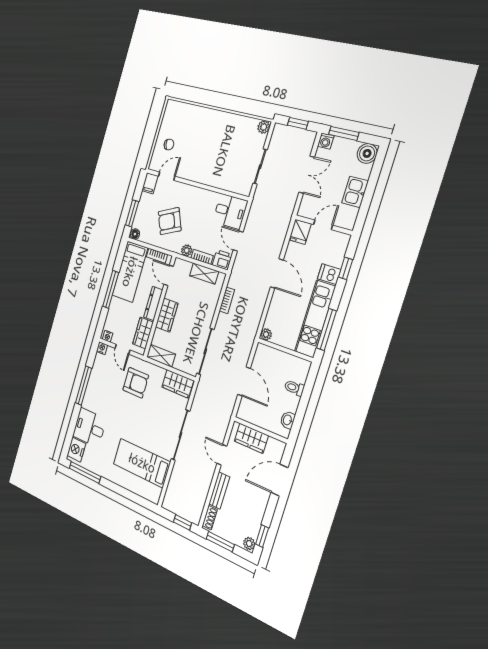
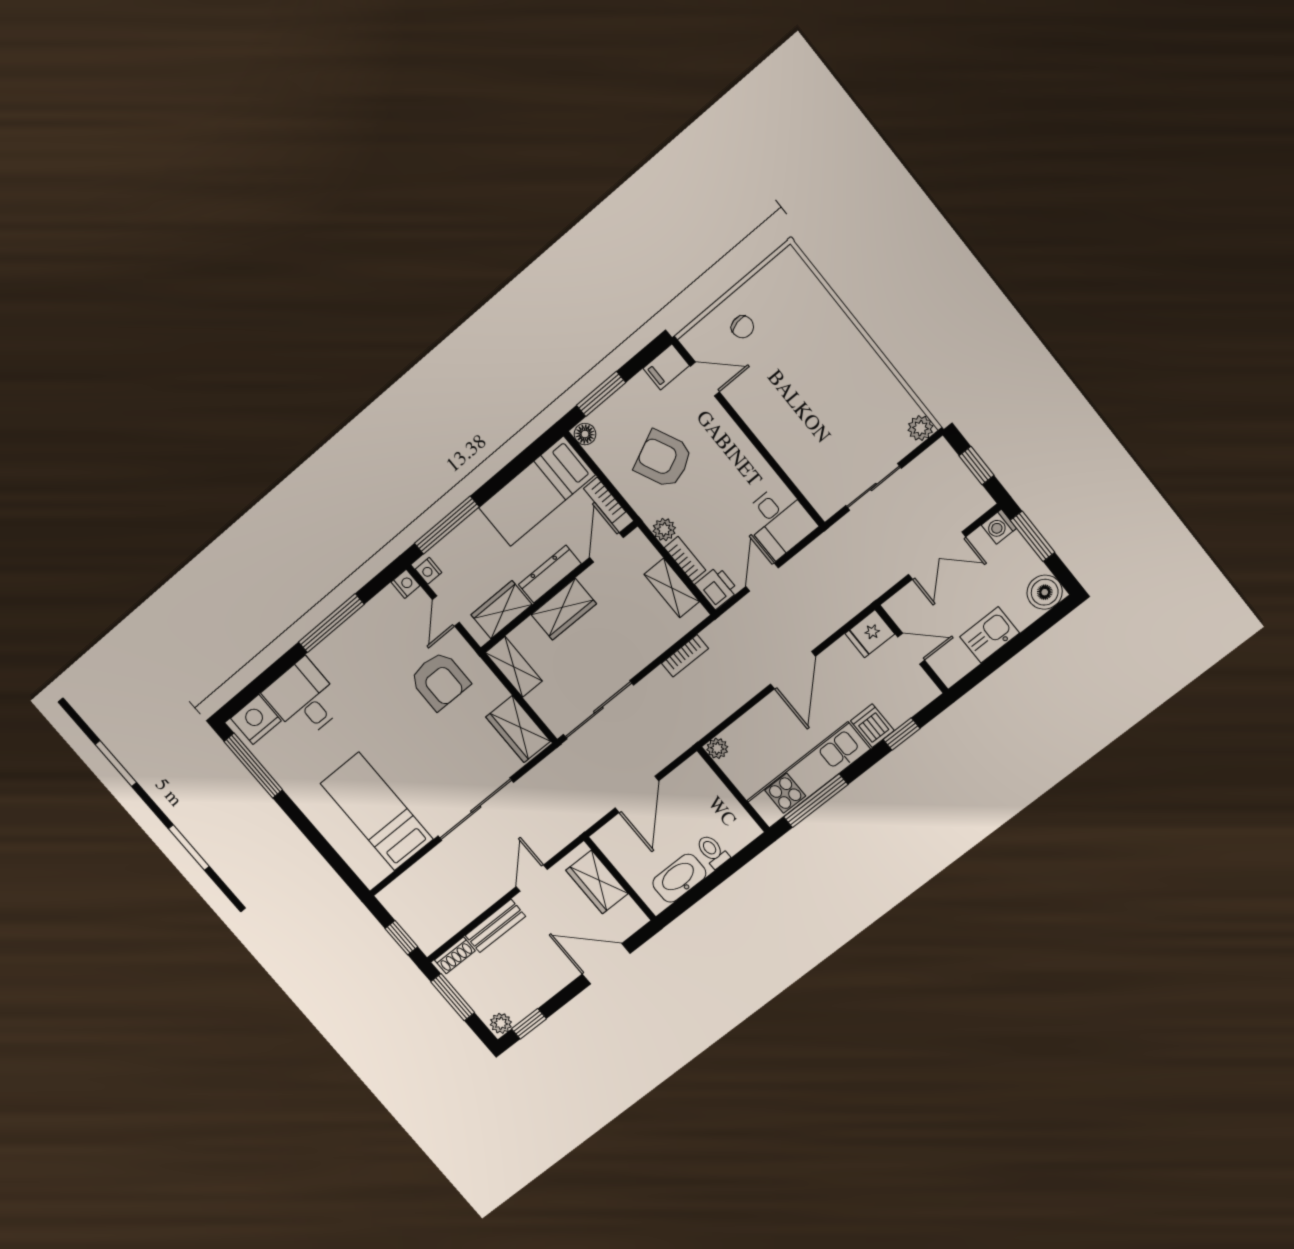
window: (111, 289) -> (447, 525), moved
washbasin: (288, 420) -> (679, 878), width x1.91, depth x1.45

